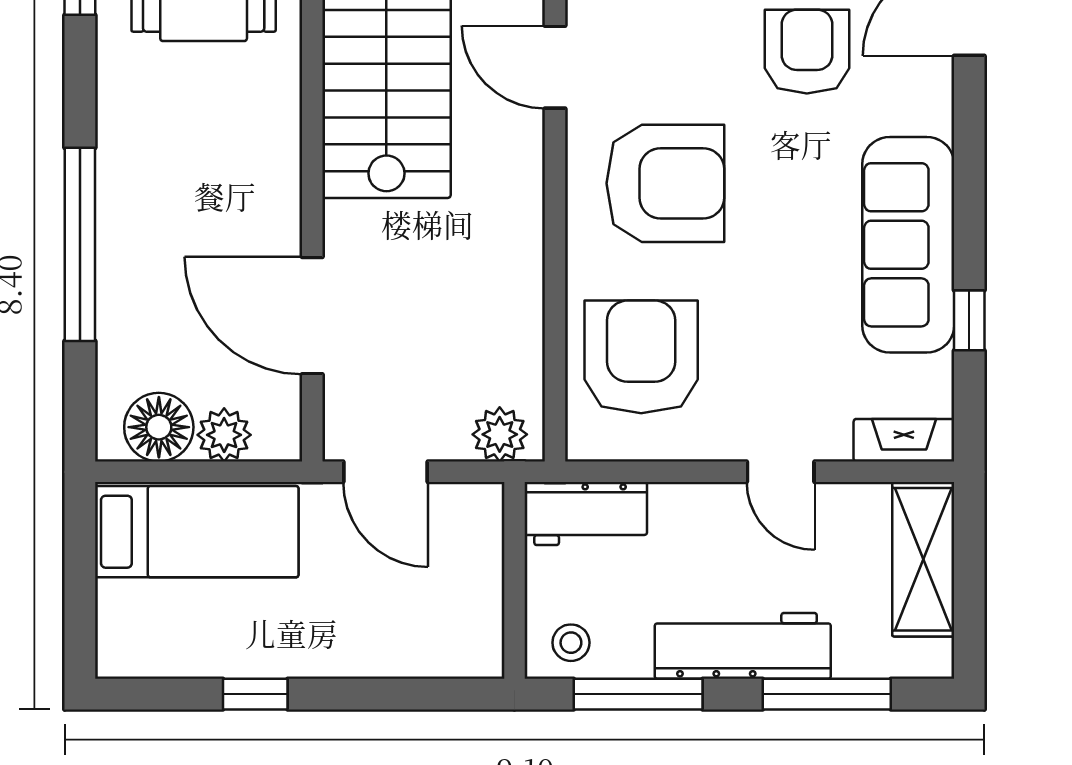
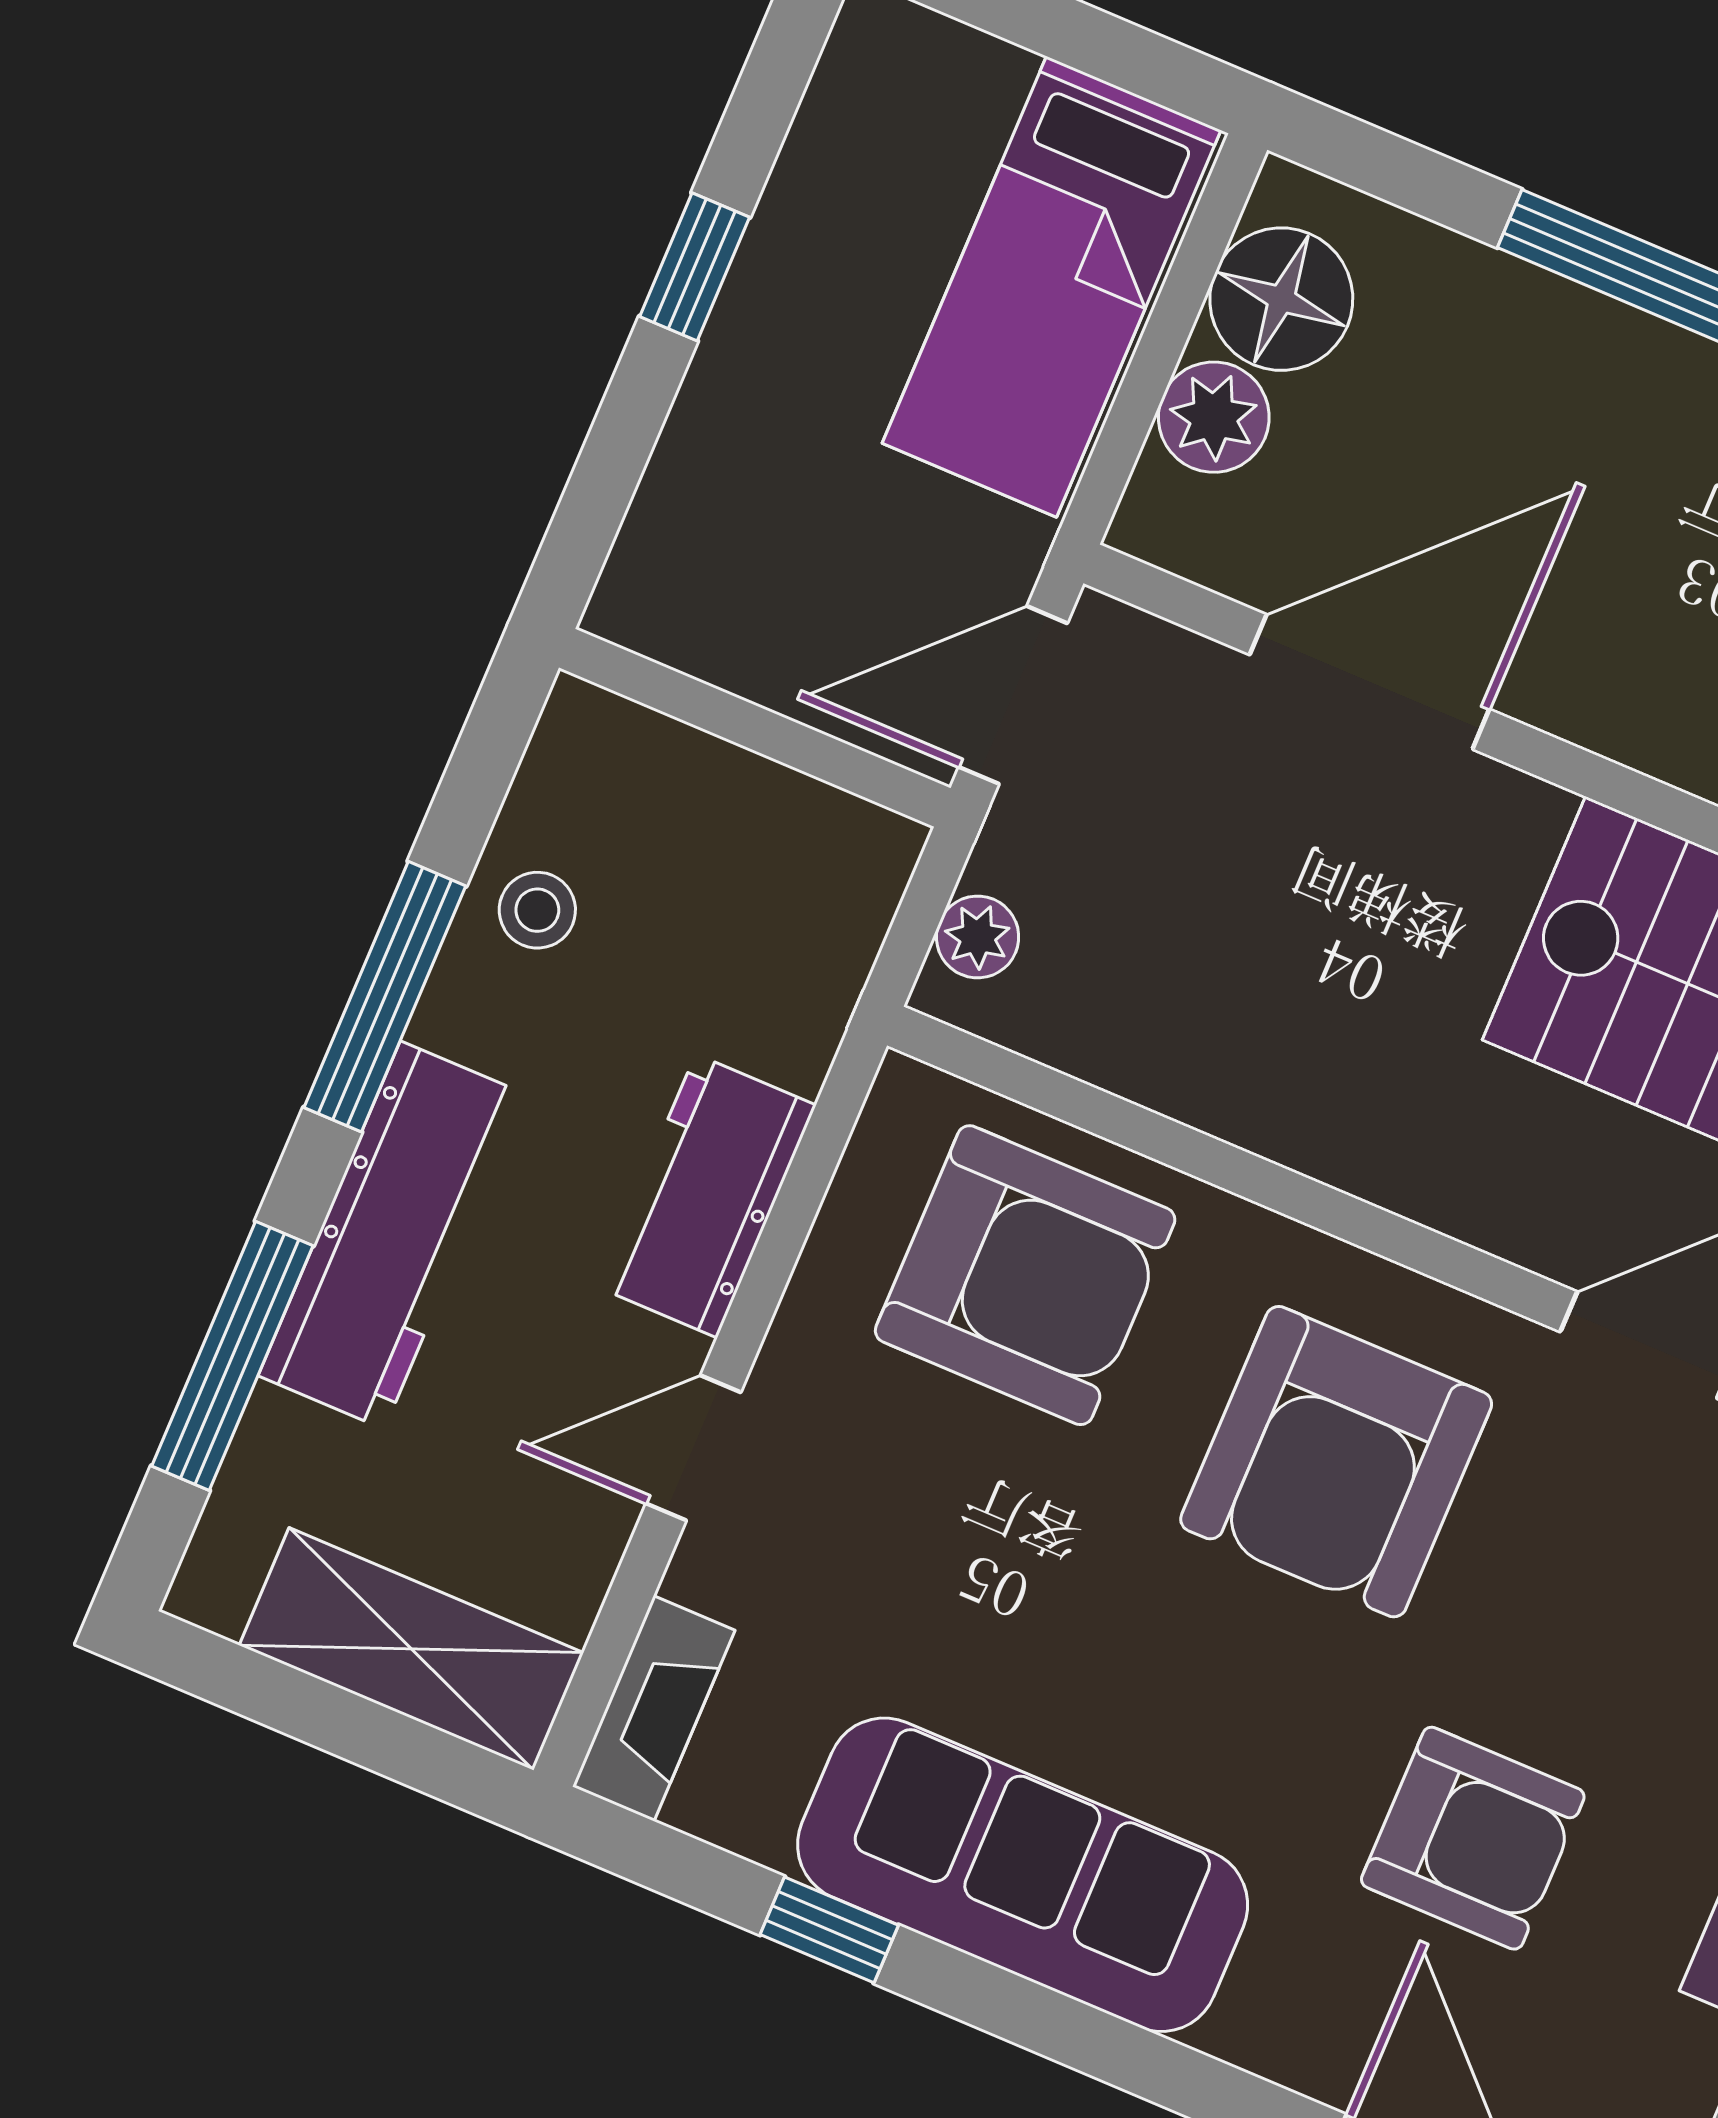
plant: (500, 434) -> (978, 937), width x0.73, depth x0.73
workbench: (586, 514) -> (706, 1196), moved
wall: (514, 580) -> (755, 728), moved

